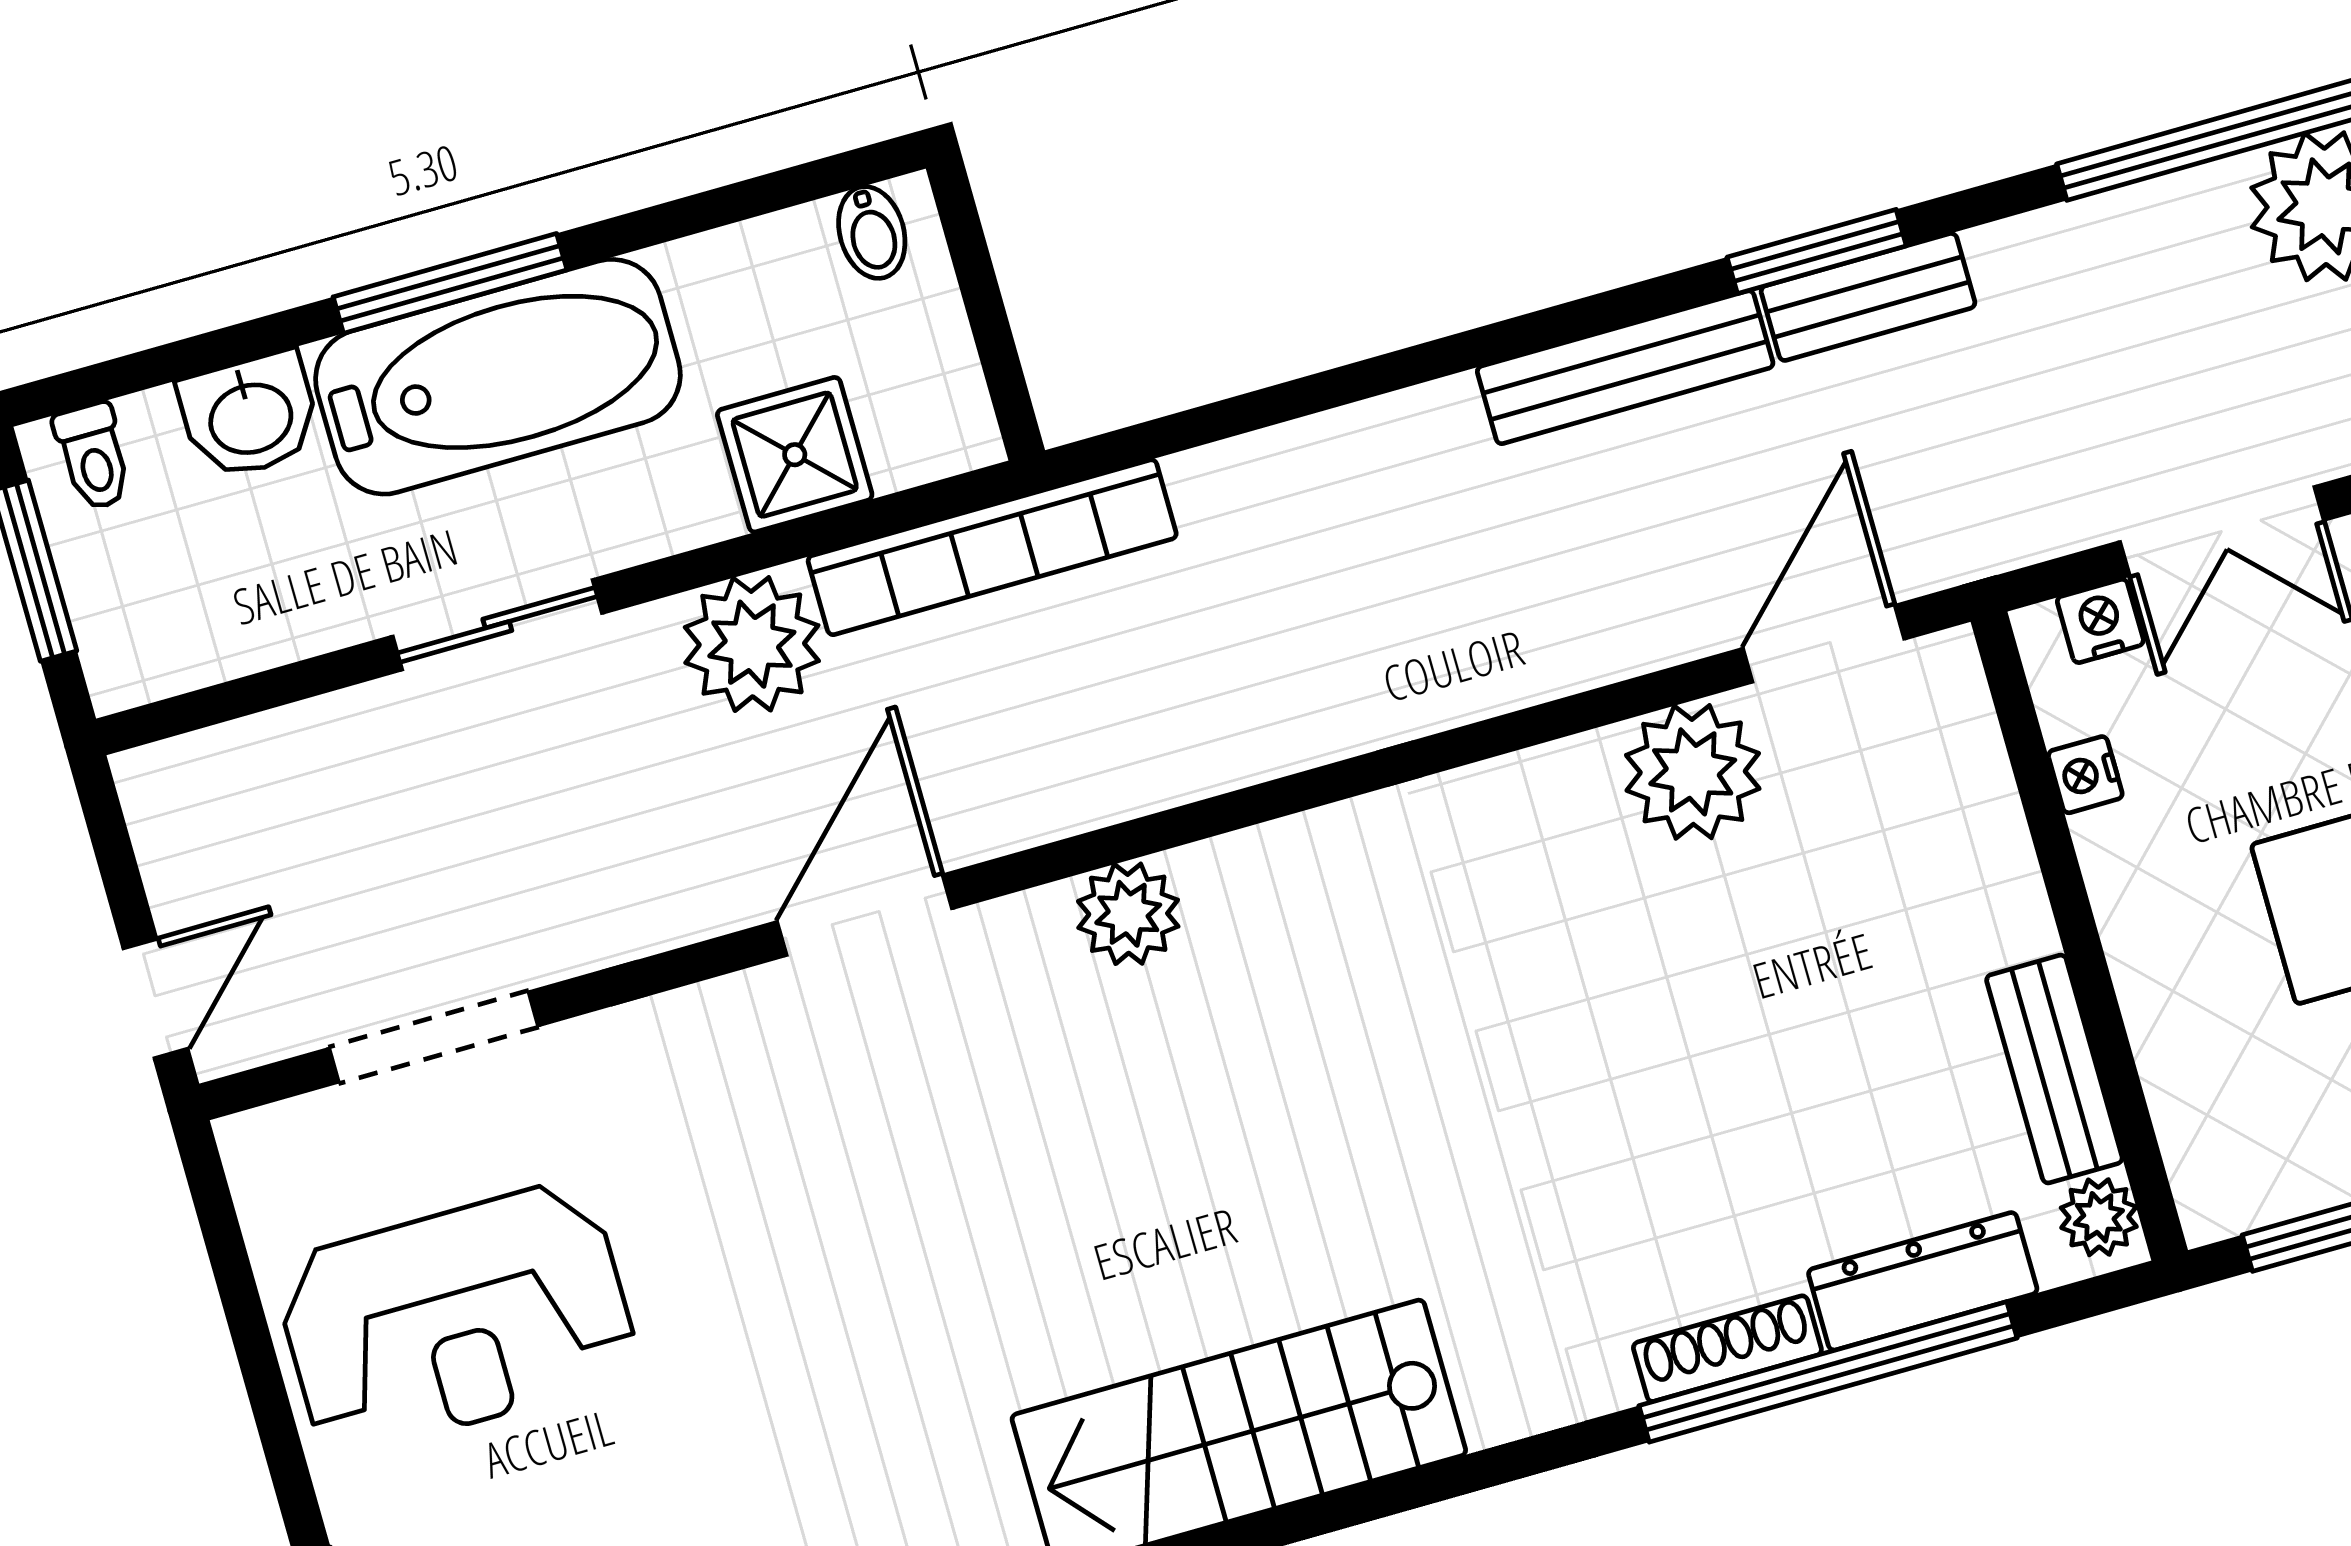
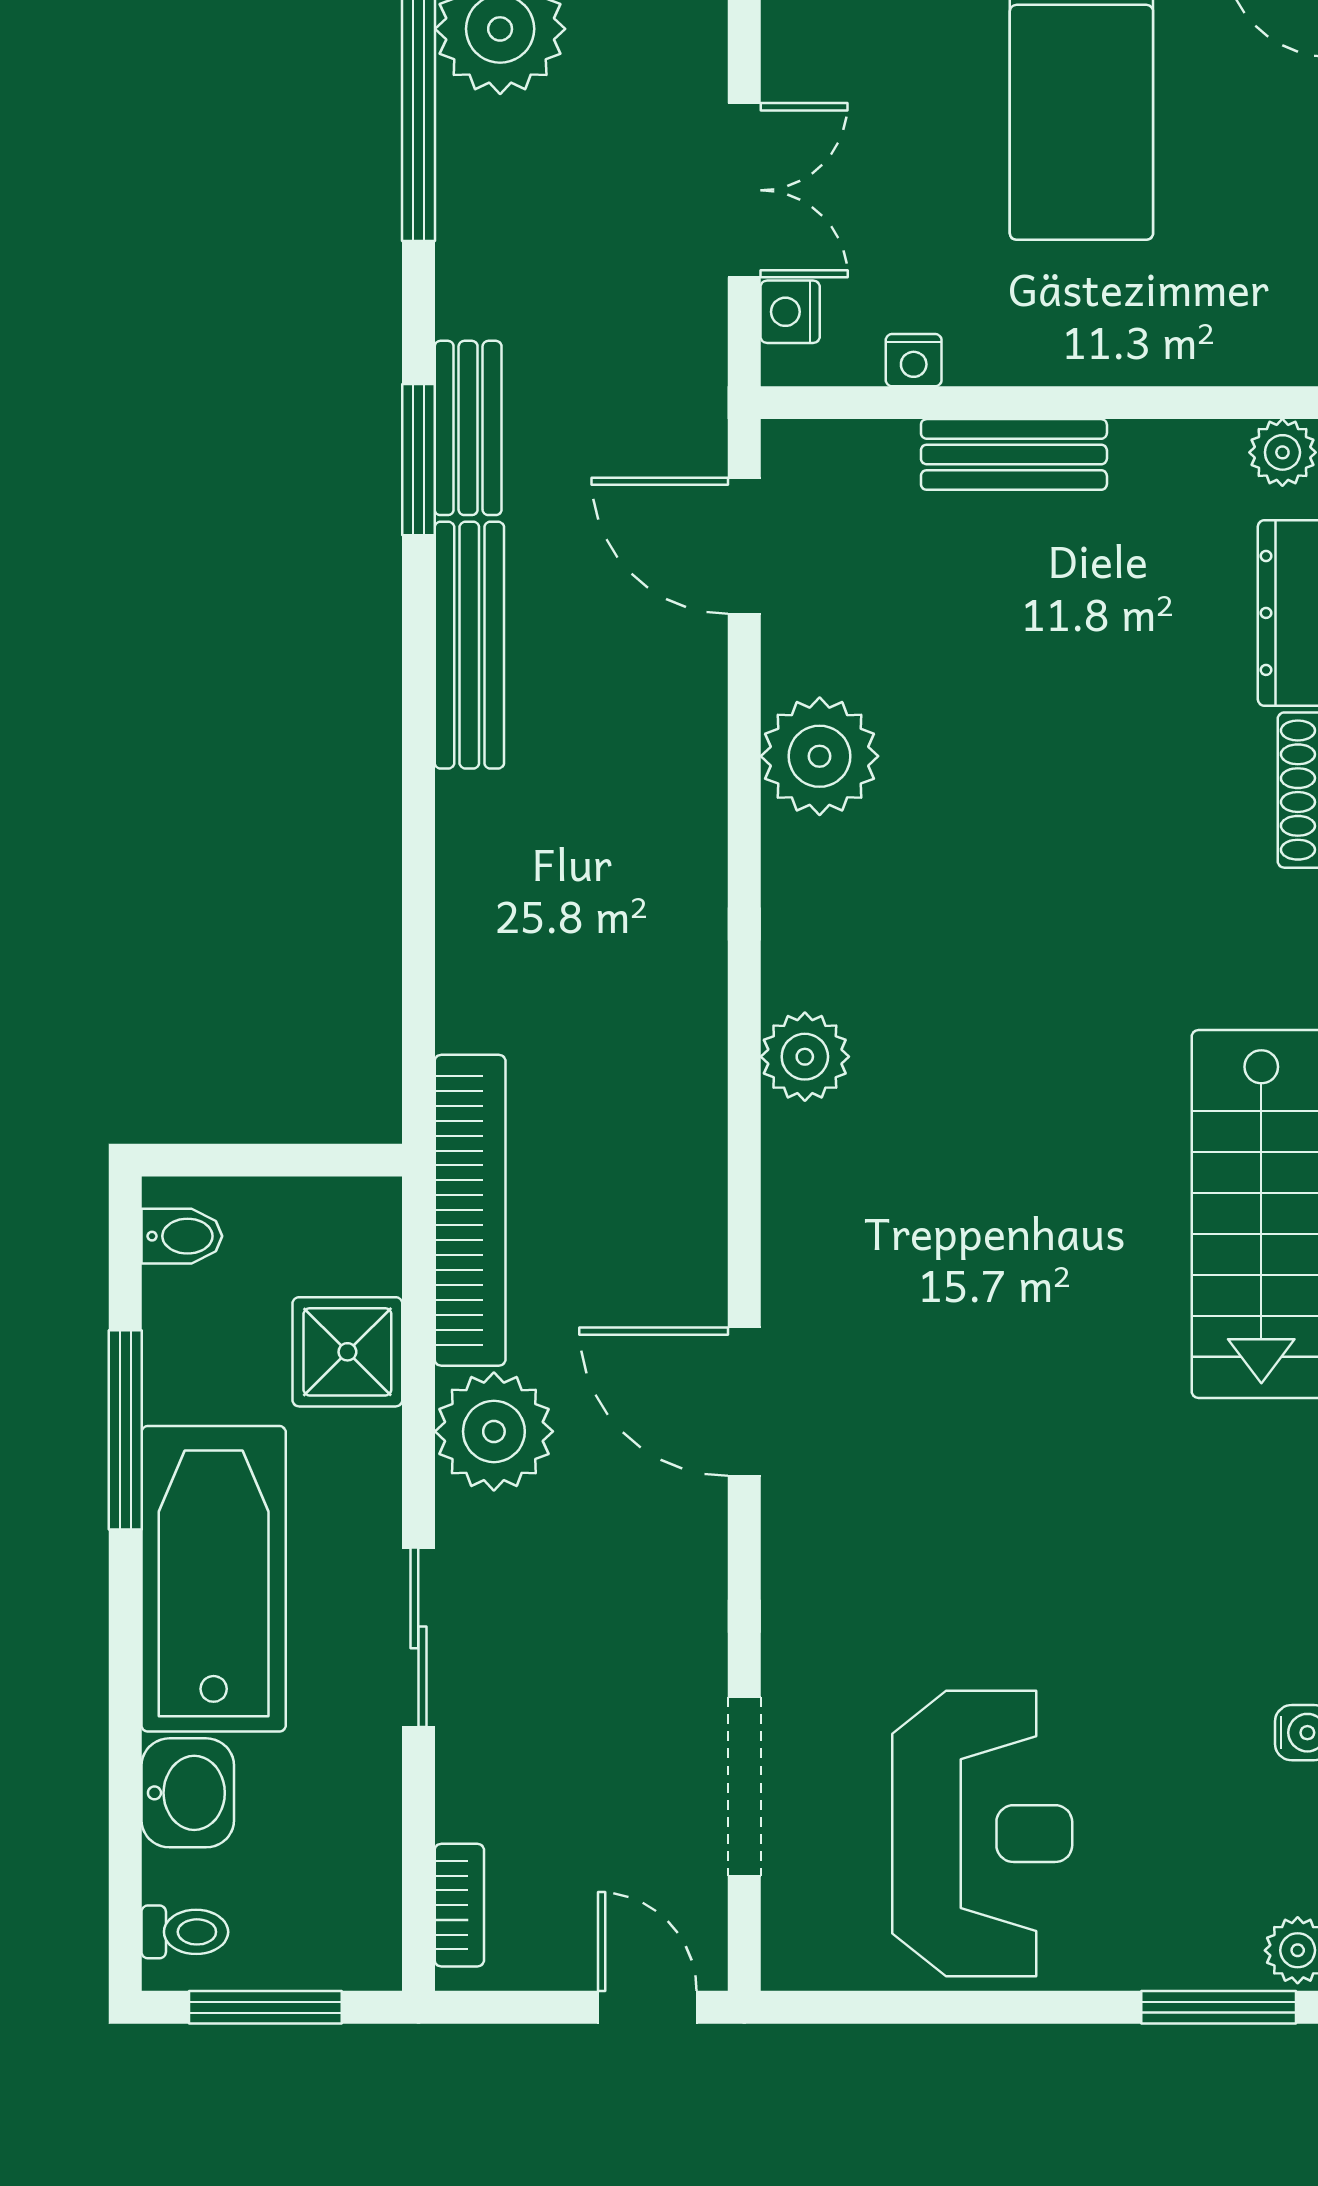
window: (450, 283) -> (125, 1430), moved
bookcase: (210, 755) -> (459, 1905), added
plant: (1693, 772) -> (820, 756), moved
plant: (1128, 914) -> (805, 1057), moved
bench: (2054, 1069) -> (1014, 454), moved

